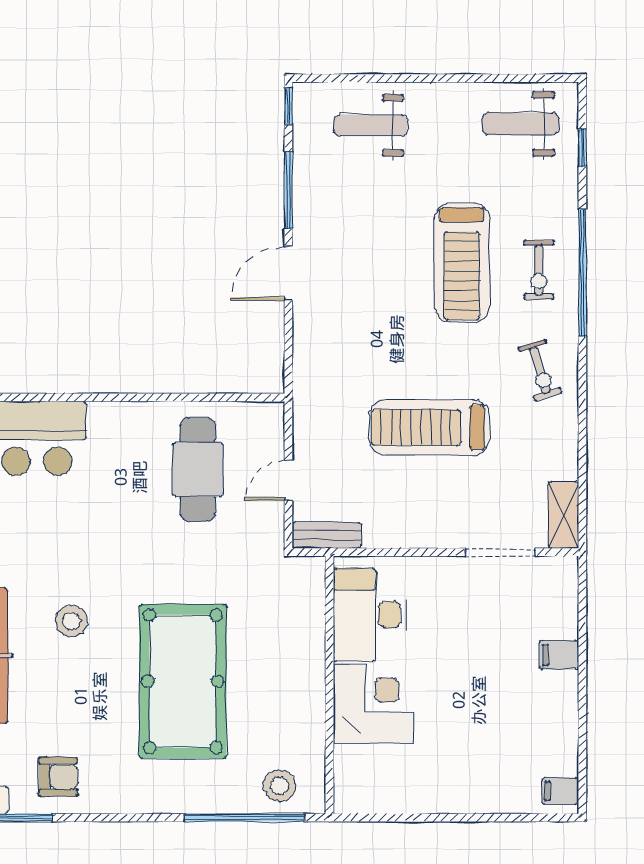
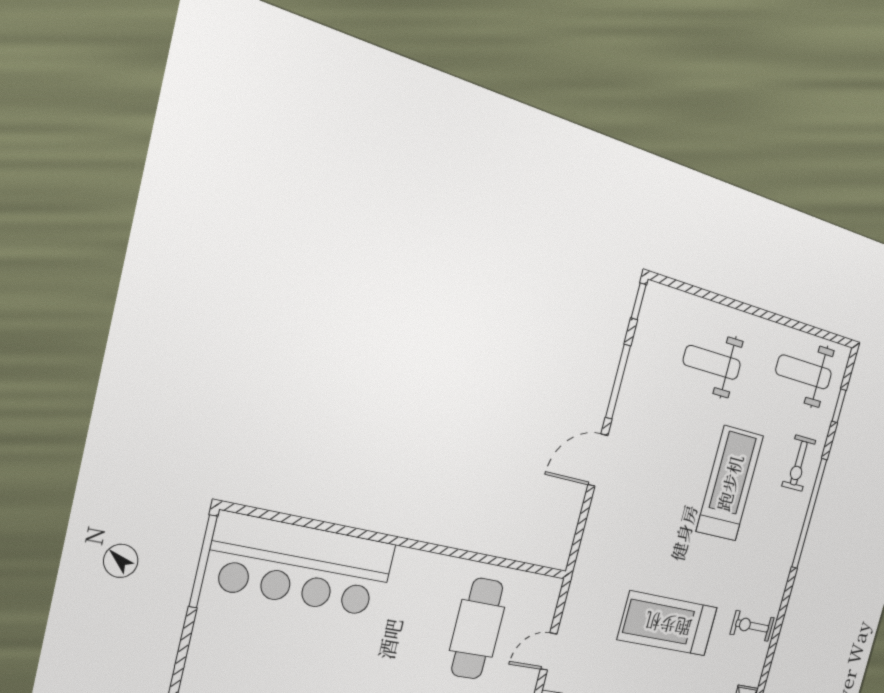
weight bench: (371, 125) -> (712, 362), moved
treadmill: (462, 263) -> (730, 483), turned 180
exercise bike: (539, 270) -> (799, 463), moved
exercise bike: (540, 370) -> (752, 626), moved, turned 107

